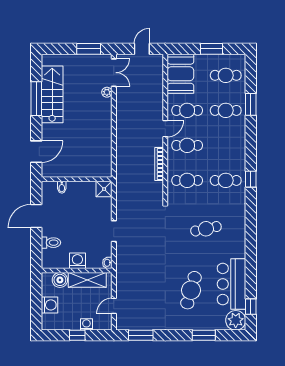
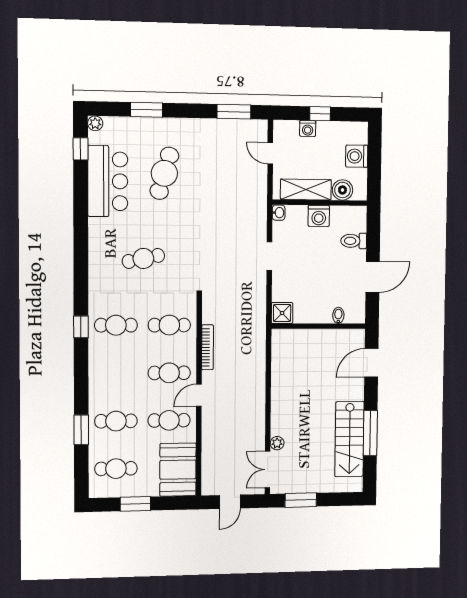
door: (114, 306) -> (270, 153), swing flipped
plant: (236, 320) -> (95, 123), width x0.53, depth x0.53

